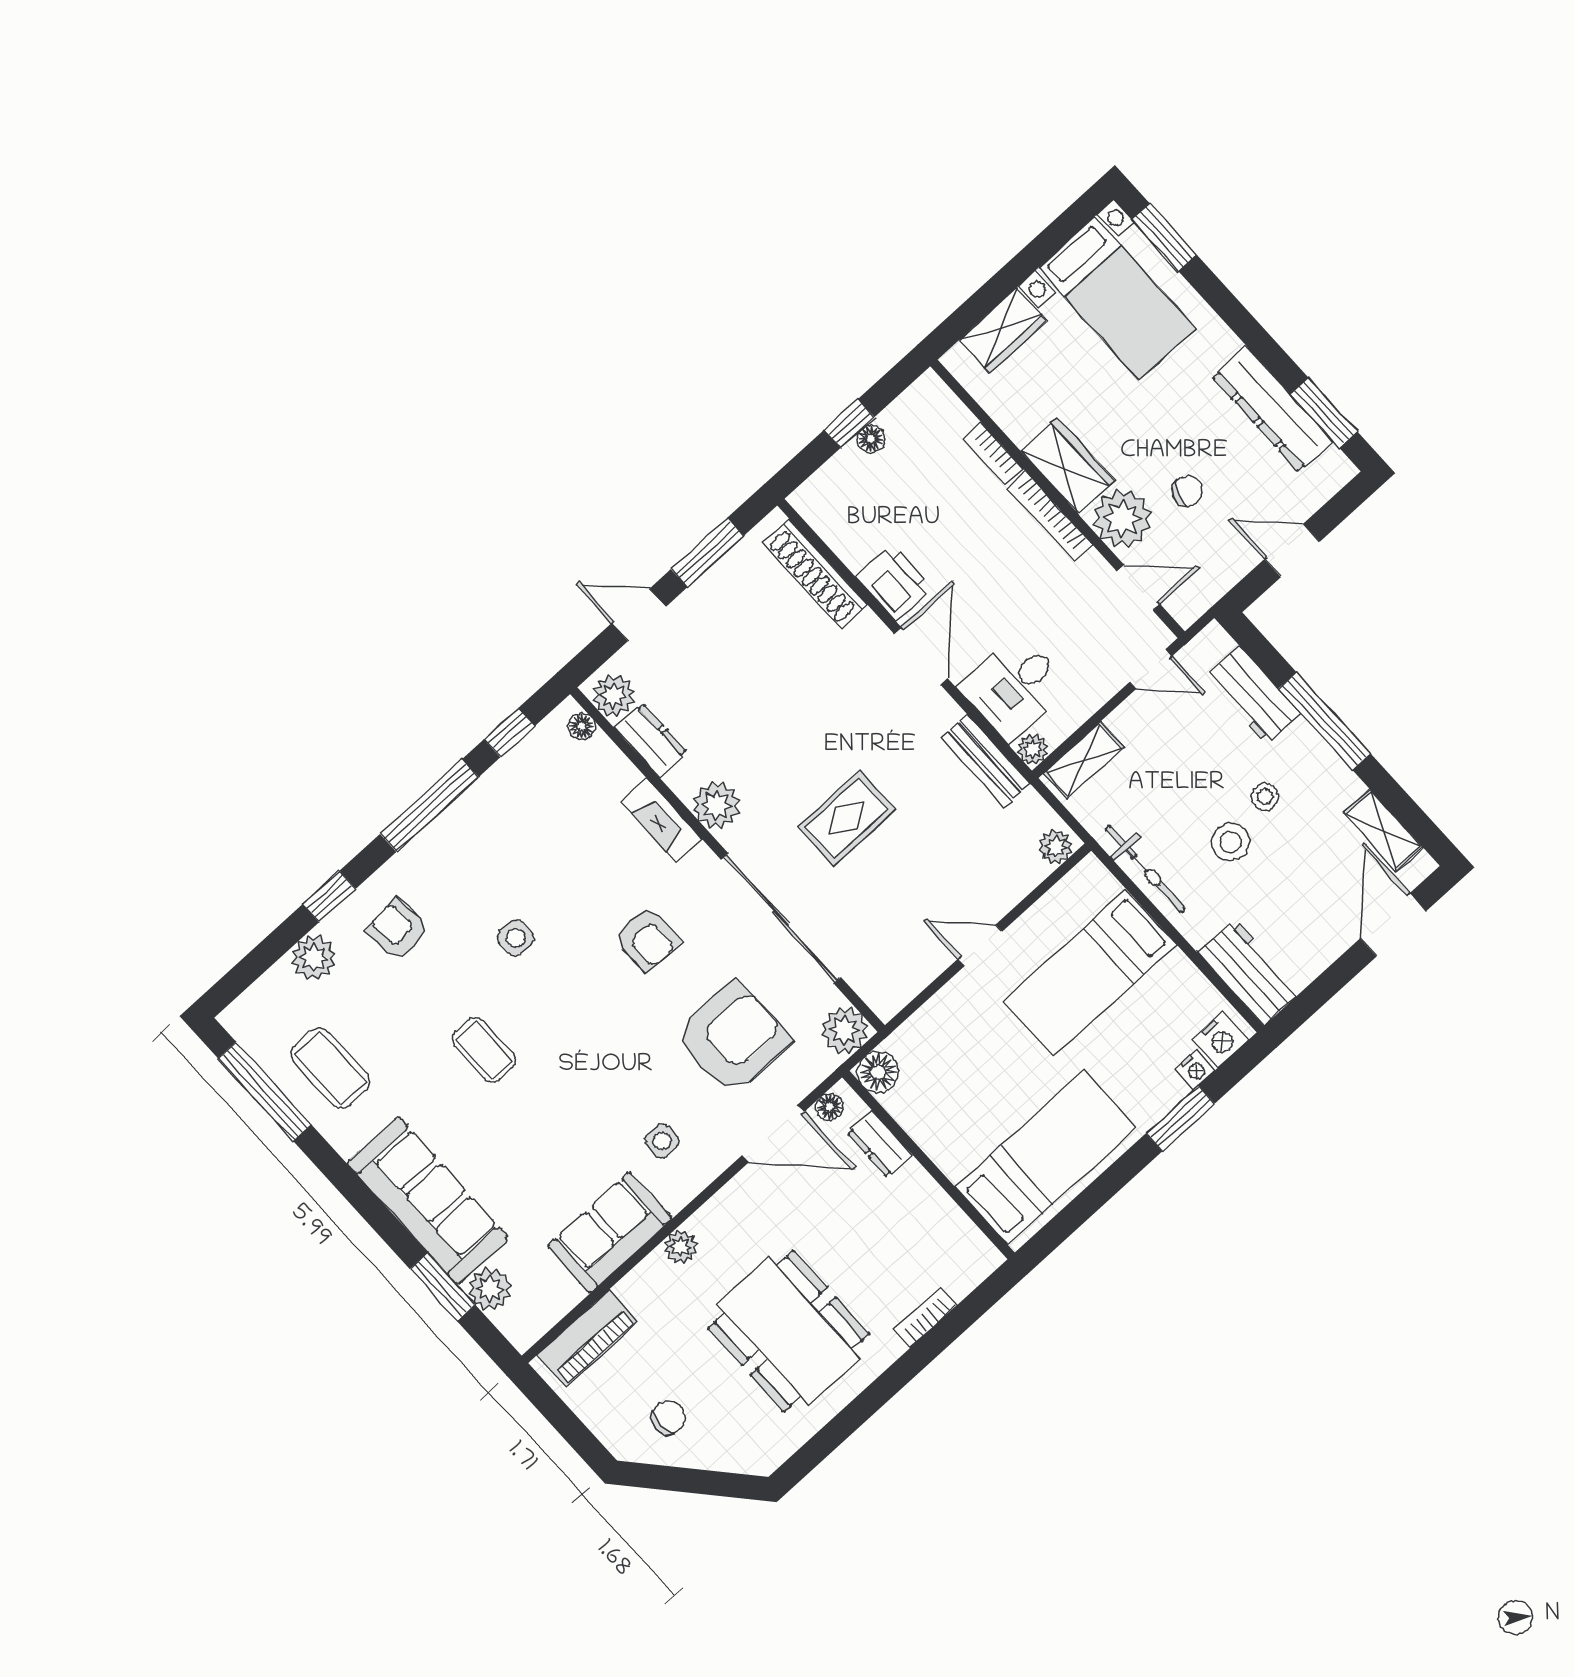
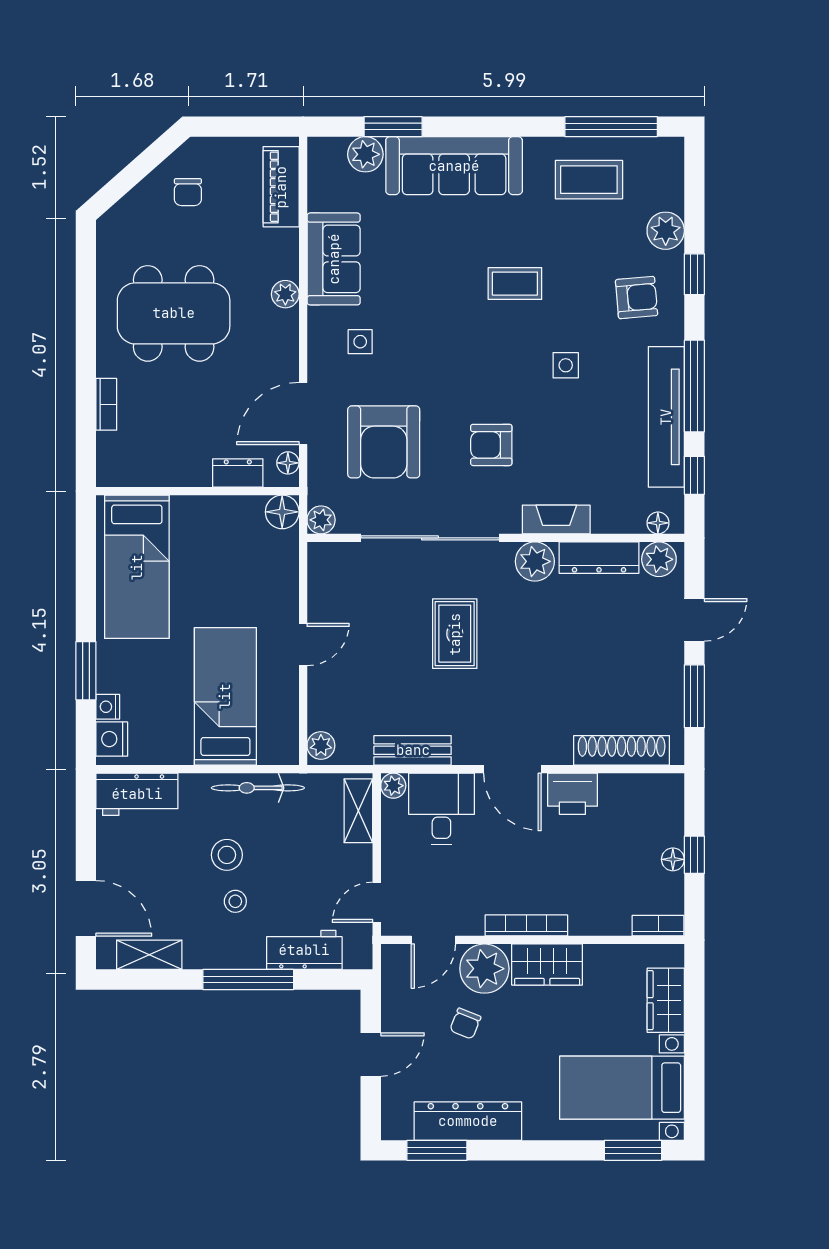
bookcase: (993, 454) -> (658, 926), moved
dresser: (651, 740) -> (599, 558), width x1.44
tv unit: (480, 805) -> (666, 417), added
plant: (845, 1030) -> (321, 520), width x0.73, depth x0.73

